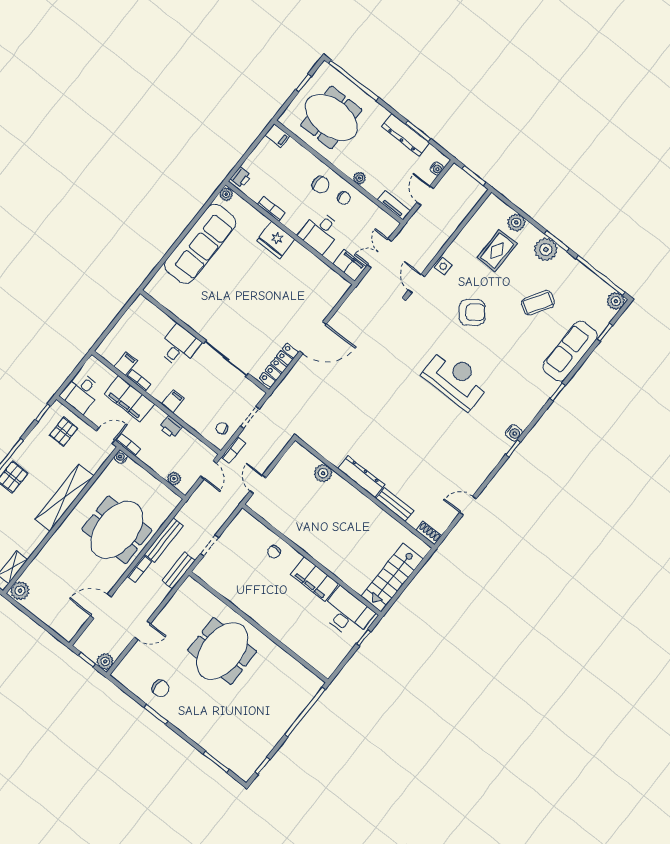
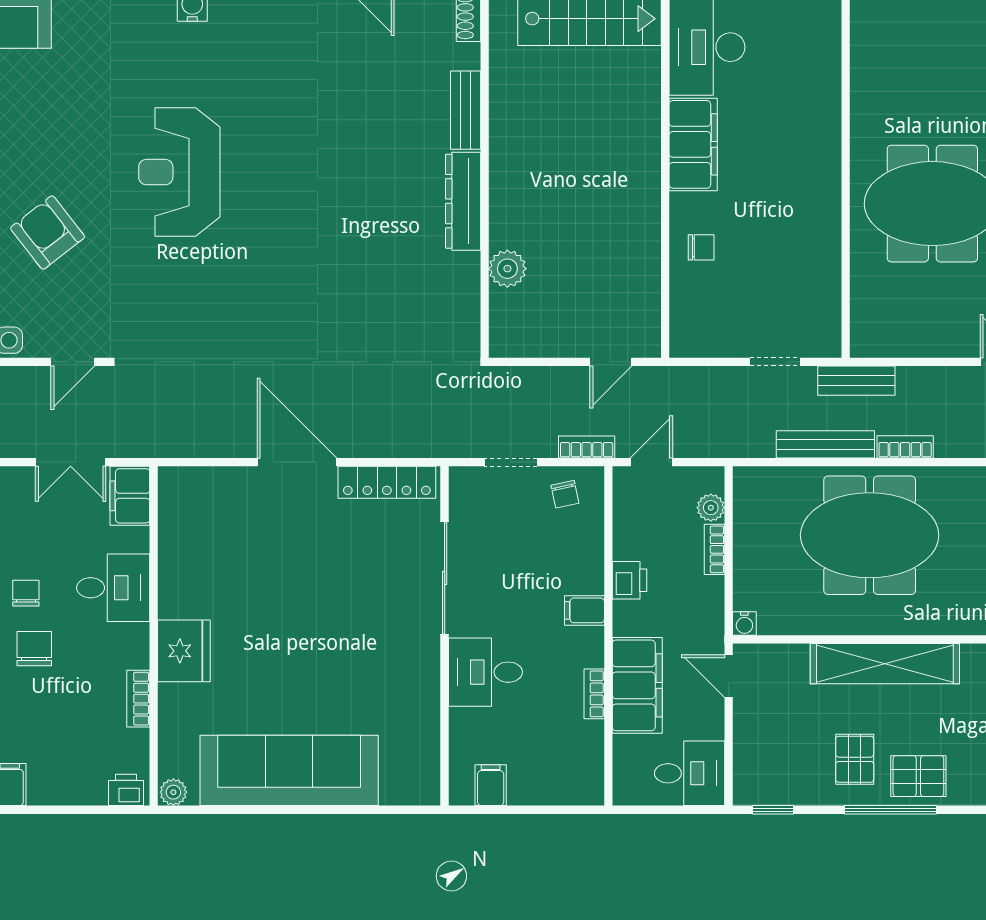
filing cabinet: (126, 364) -> (491, 785), moved, turned 90
pallet: (64, 432) -> (855, 759), moved, turned 90
bookcase: (128, 445) -> (715, 549), moved

